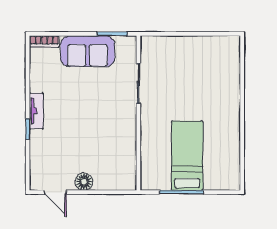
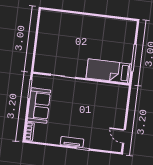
bed: (187, 156) -> (109, 71), moved
floor lamp: (84, 182) -> (120, 118), removed
door: (55, 192) -> (124, 136), swing flipped

